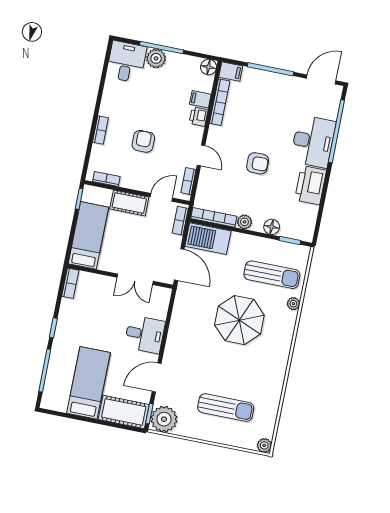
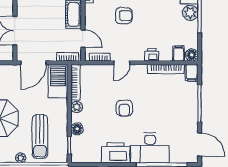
filing cabinet: (200, 99) -> (179, 54), moved

